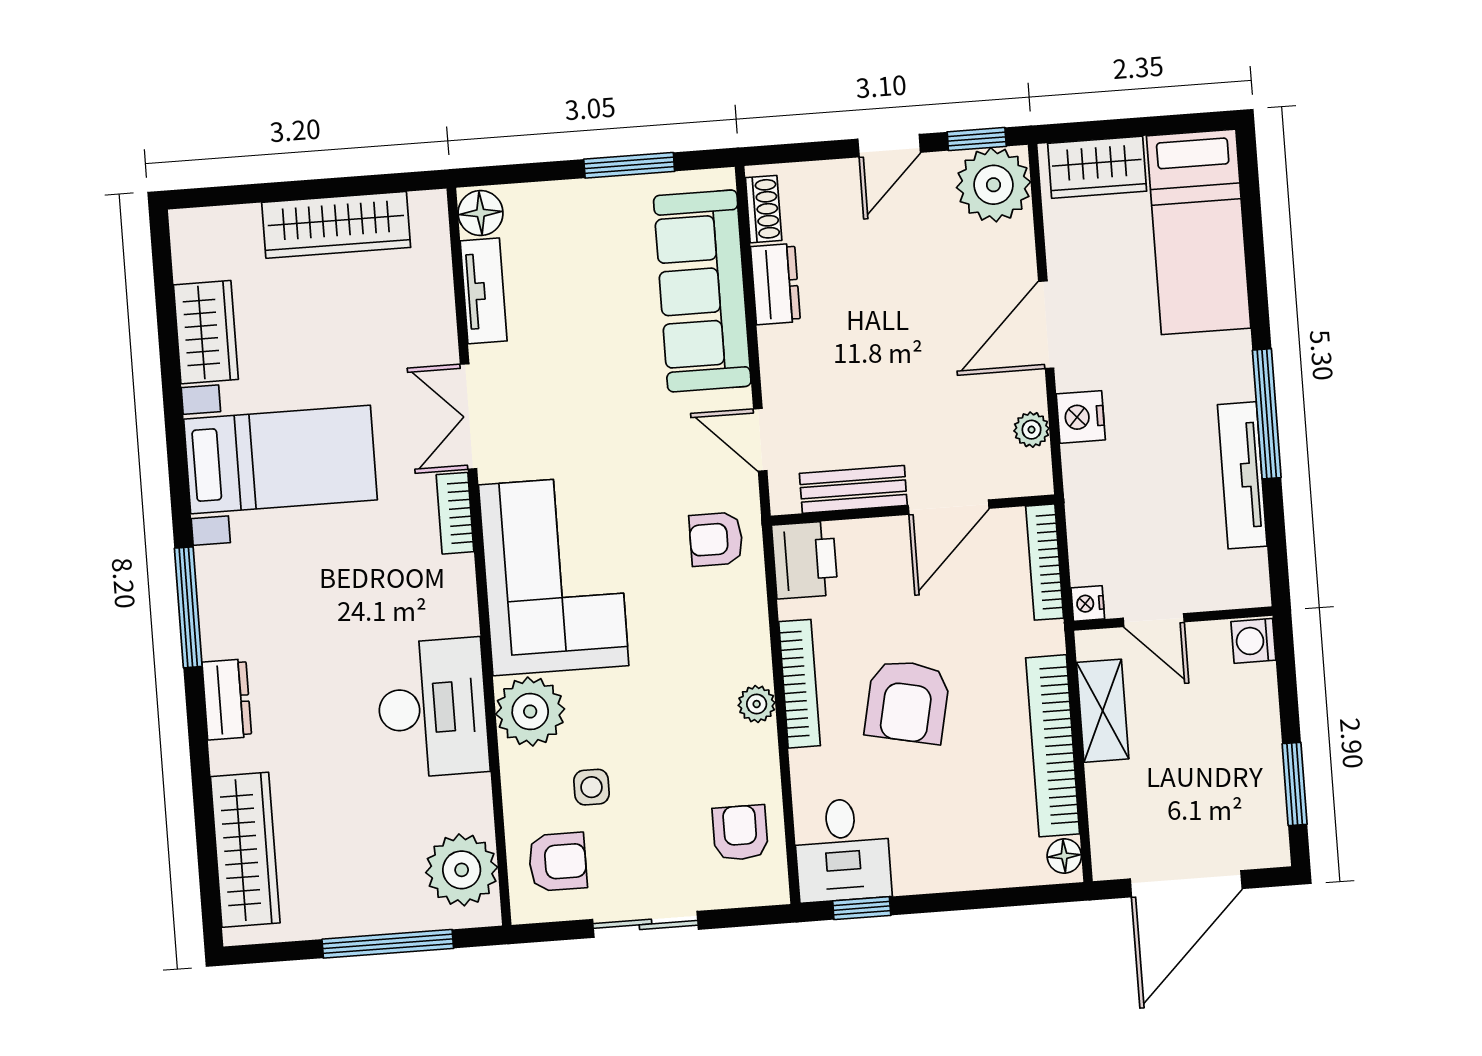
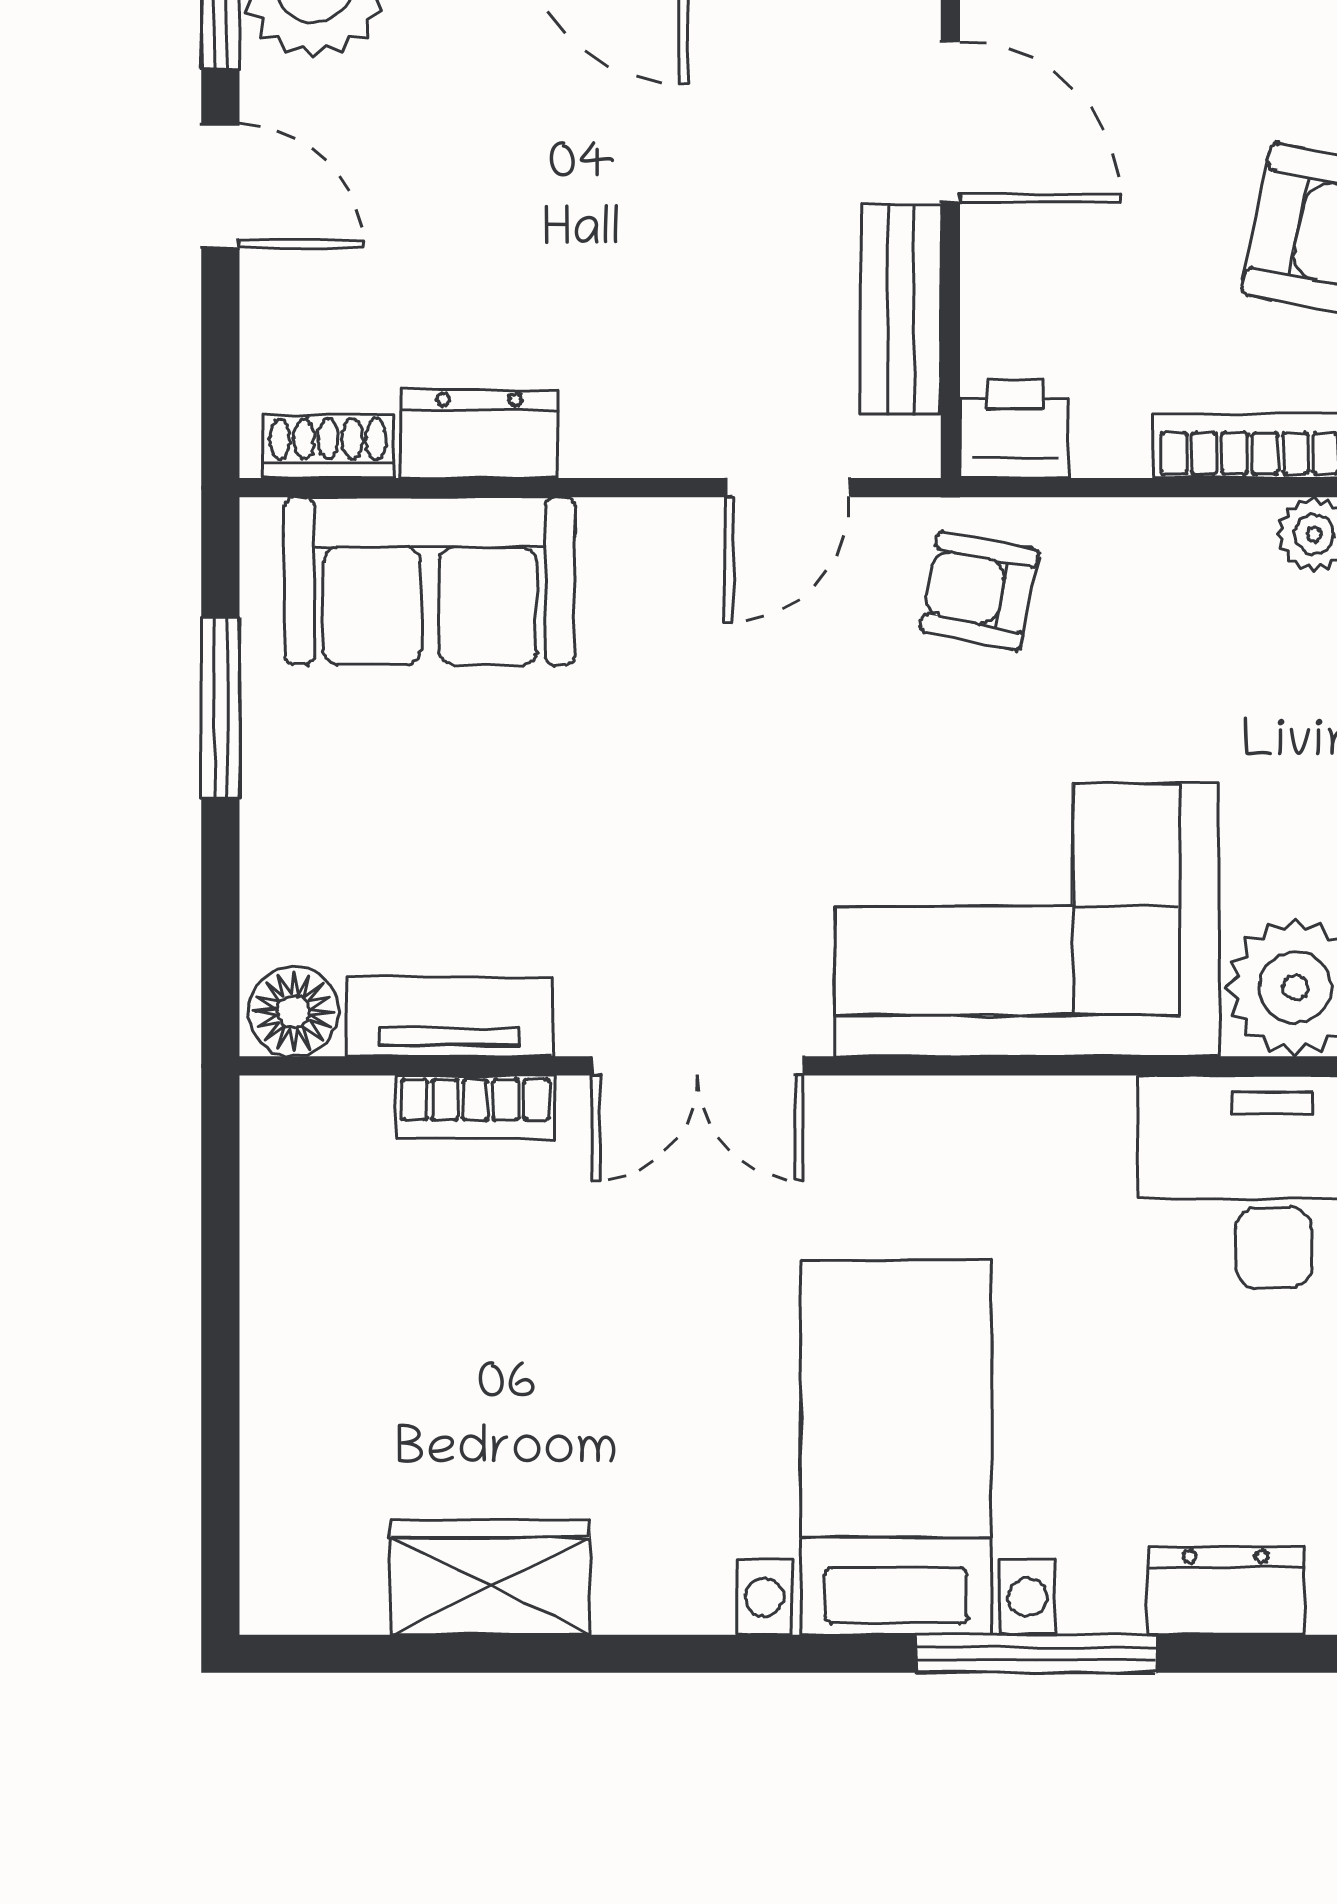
wardrobe: (336, 225) -> (295, 1301), removed
sofa: (702, 291) -> (430, 581), width x0.73
bed with nightstands: (281, 459) -> (896, 1447), moved
bookcase: (455, 513) -> (475, 1107), moved
armchair: (716, 539) -> (979, 591), turned 101
printer: (805, 560) -> (1014, 429), width x0.73, depth x0.81

